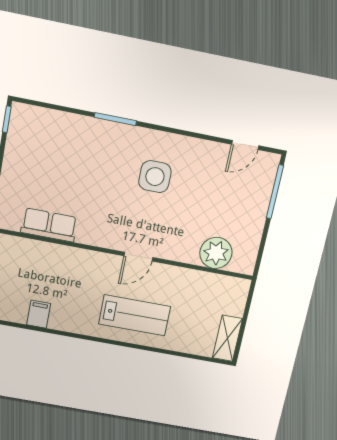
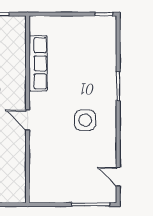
row of seats: (49, 225) -> (38, 63), width x1.48
plant: (216, 253) -> (40, 173), removed

